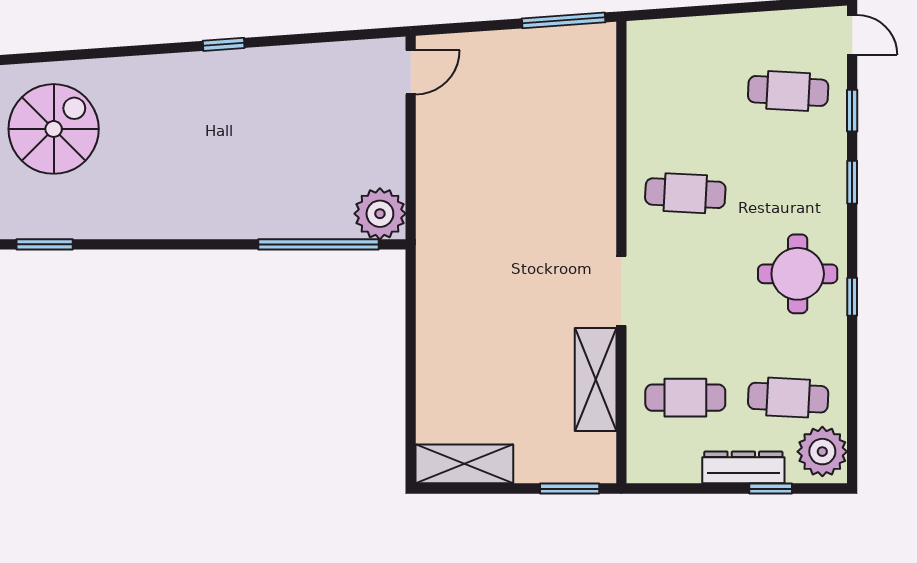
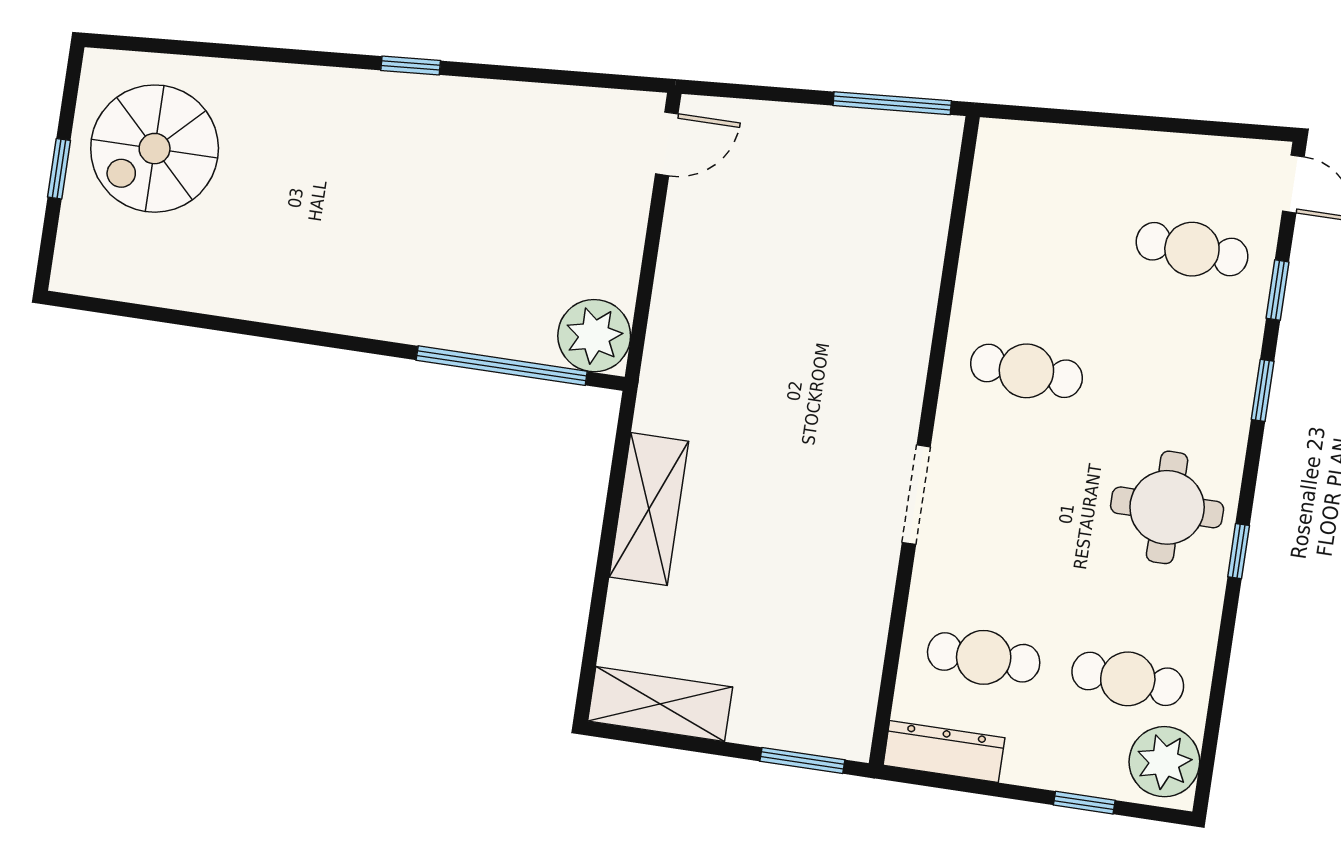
spiral stairs: (54, 129) -> (155, 149), turned 180
window: (45, 244) -> (118, 308), removed
shelving: (596, 380) -> (649, 509), moved
dresser: (743, 467) -> (944, 751), moved

